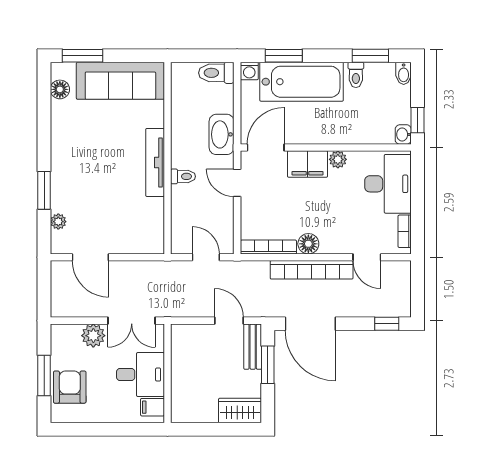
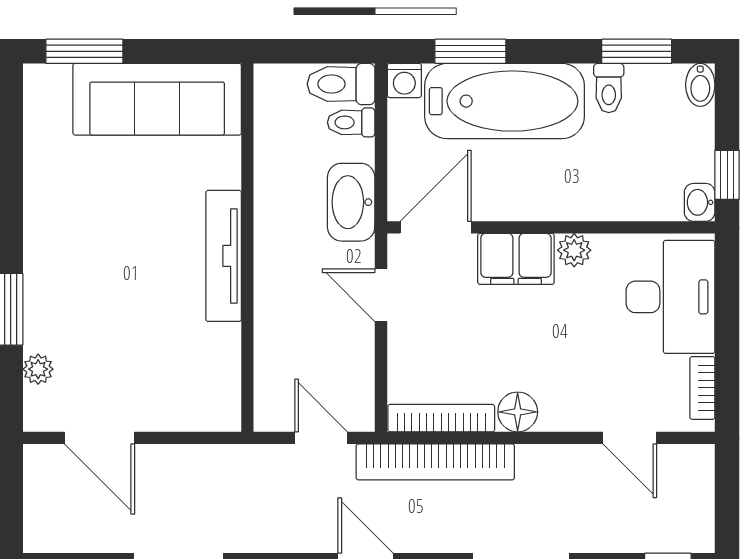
floor lamp: (60, 89) -> (41, 116), removed
toilet: (183, 176) -> (351, 122), moved, turned 180
bookcase: (312, 270) -> (435, 462), moved

